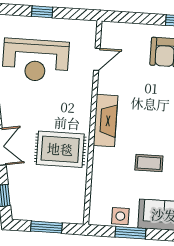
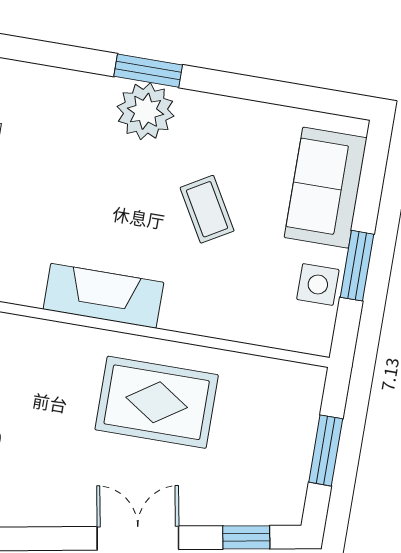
rug: (60, 149) -> (157, 402), turned 90
coffee table: (149, 163) -> (207, 209), turned -30

